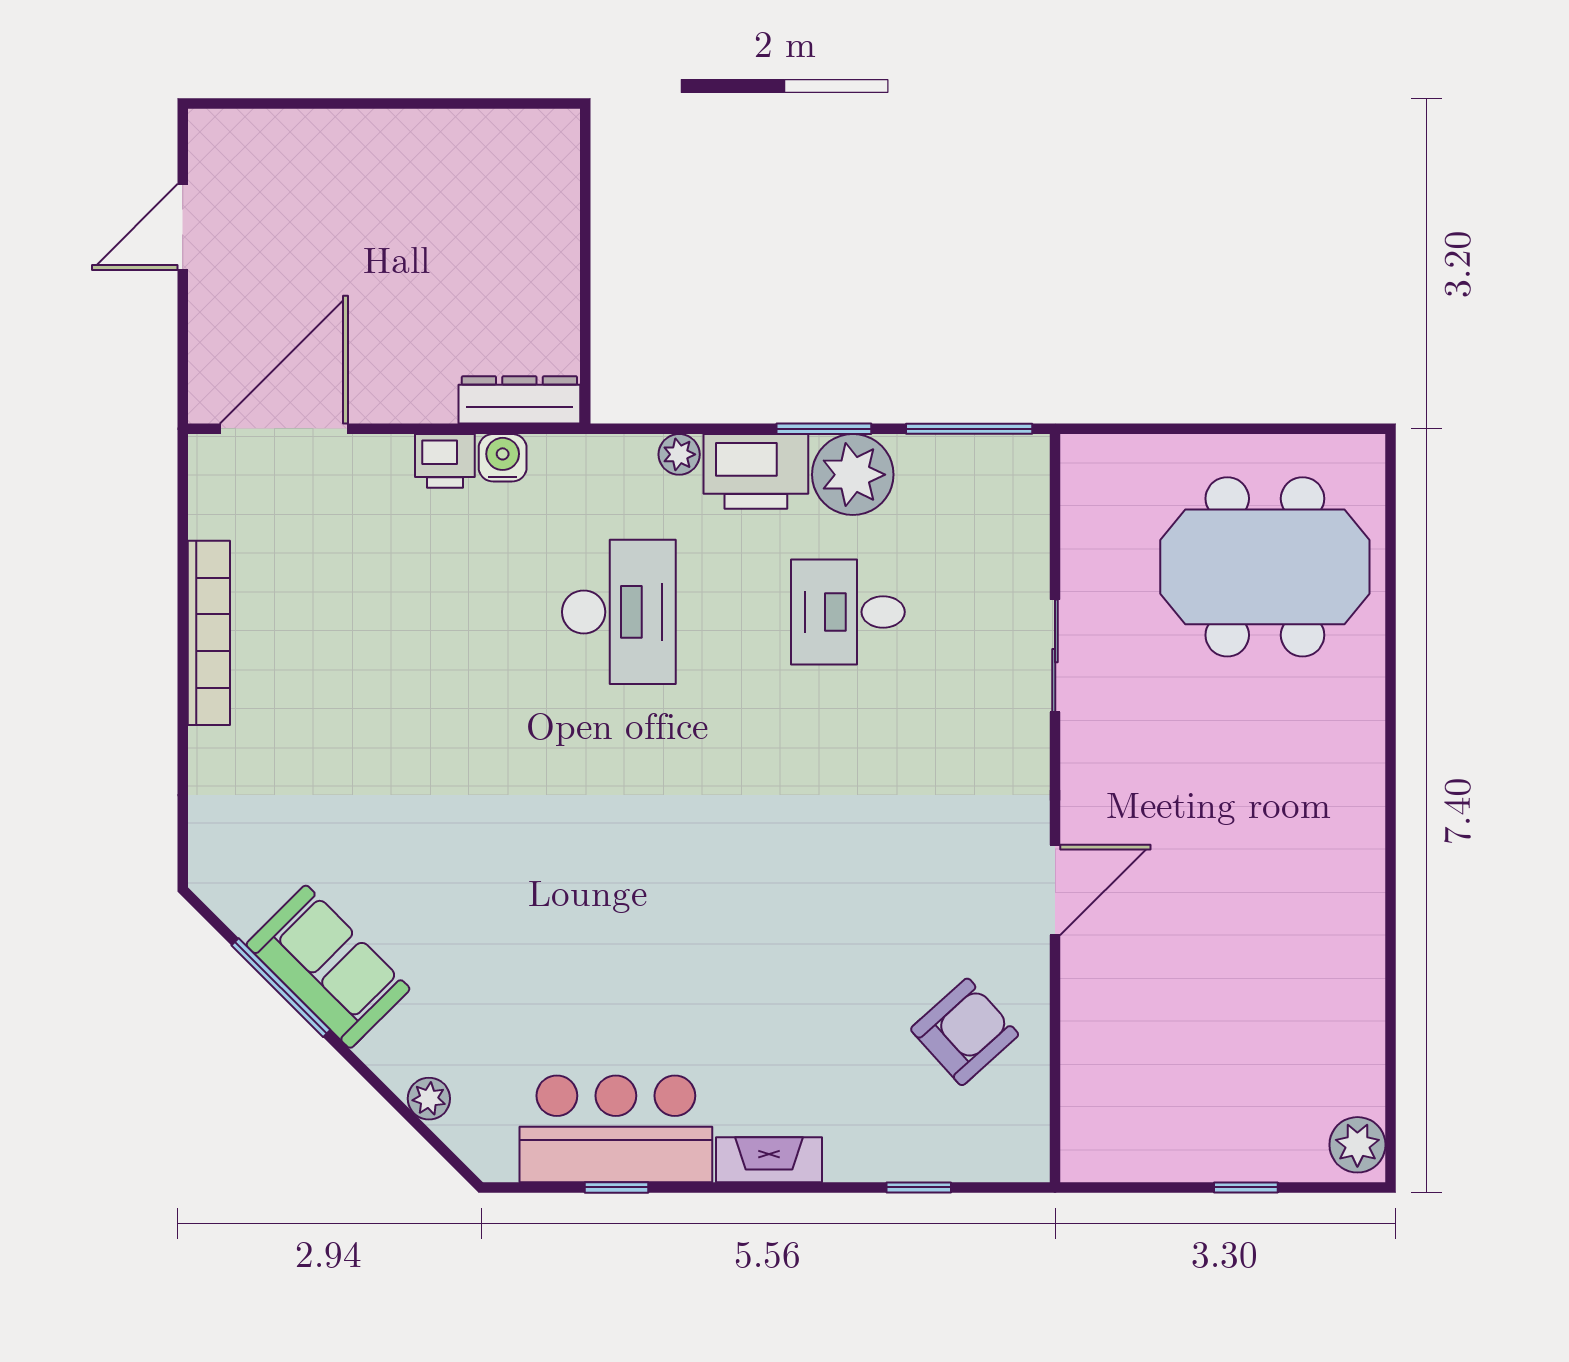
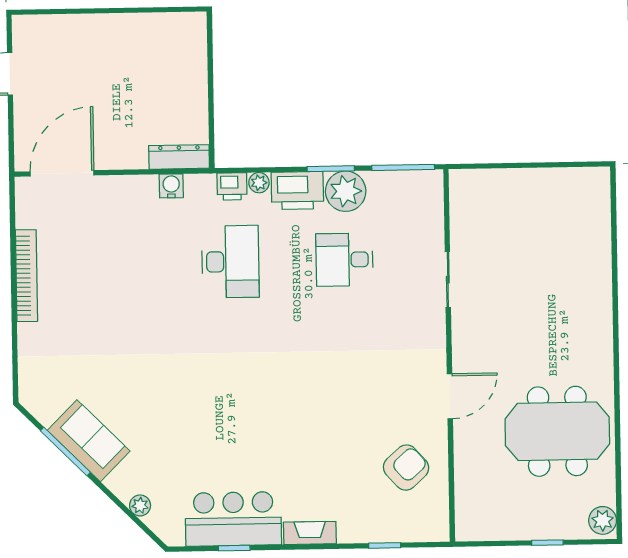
printer: (445, 461) -> (232, 186), moved
meeting table: (1265, 567) -> (557, 431), moved

